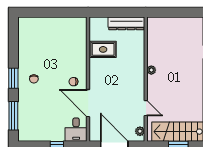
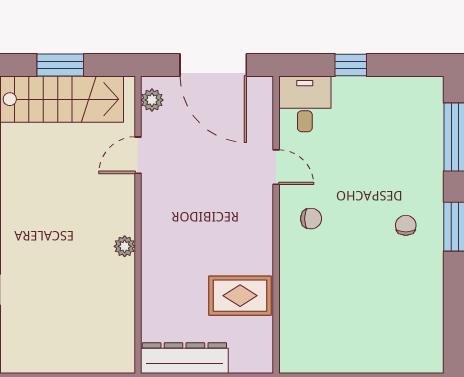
door: (88, 103) -> (276, 167), width x0.53
door: (146, 108) -> (138, 155), hinge flipped

